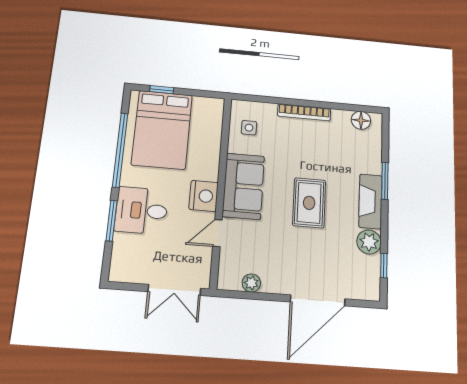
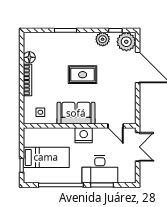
floor lamp: (361, 120) -> (29, 57), moved
bed: (162, 130) -> (46, 157), width x0.67
fireplace: (370, 201) -> (79, 39), removed
desk: (141, 211) -> (100, 169), width x1.37
door: (217, 233) -> (116, 126), moved
plant: (251, 283) -> (126, 42), moved, width x1.87, depth x1.87

